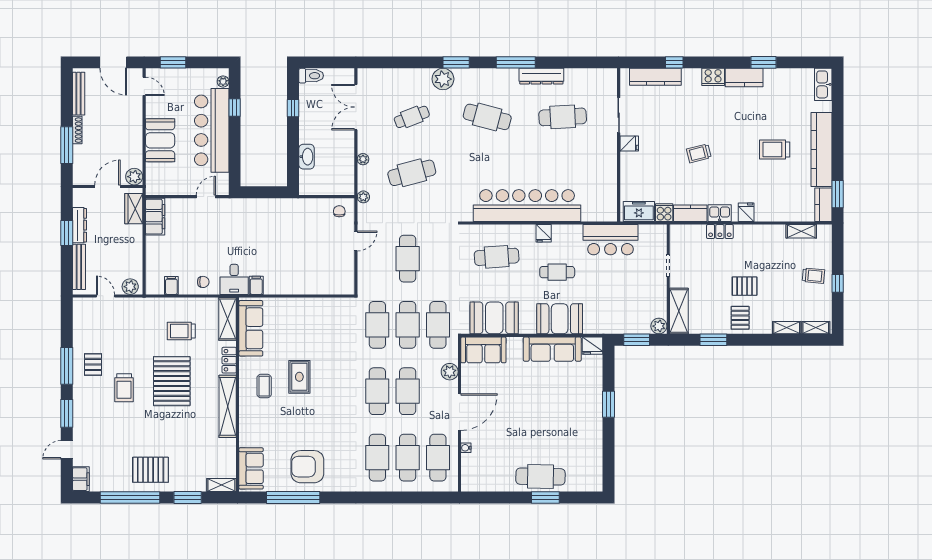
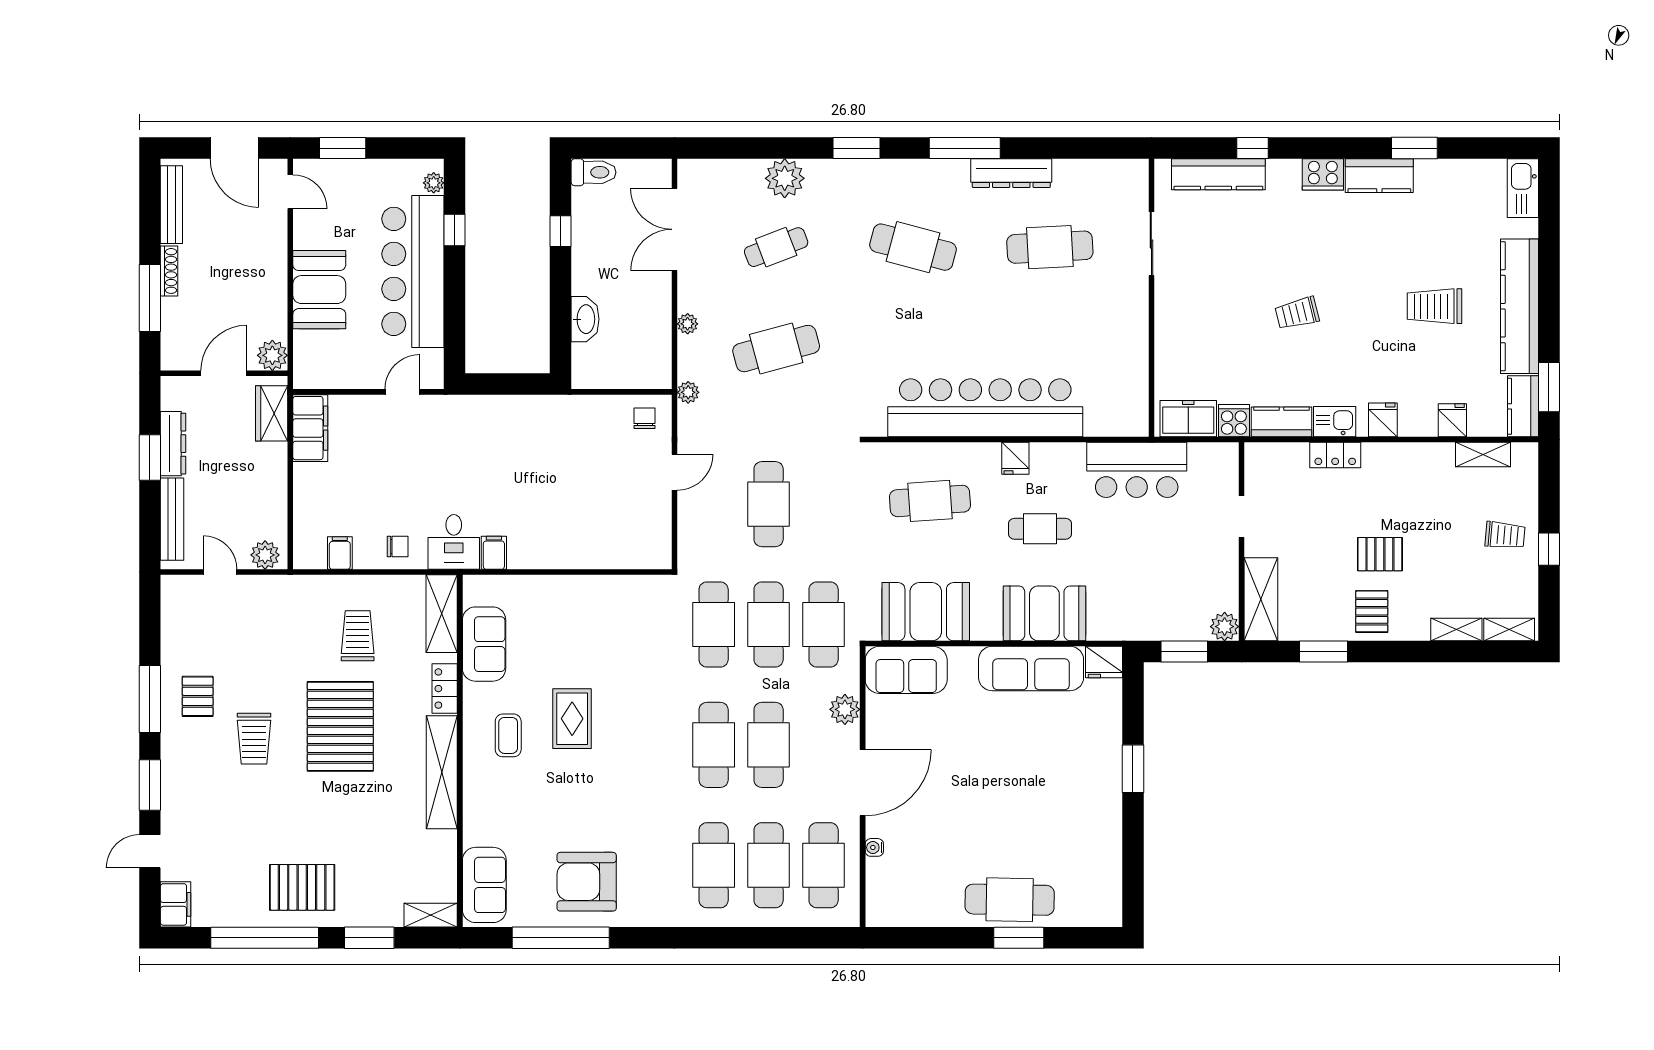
plant: (443, 79) -> (785, 178), moved
fridge: (629, 144) -> (1452, 420), moved, turned -90
sofa: (251, 328) -> (484, 644), width x0.73
trolley: (181, 331) -> (358, 636), turned 90

